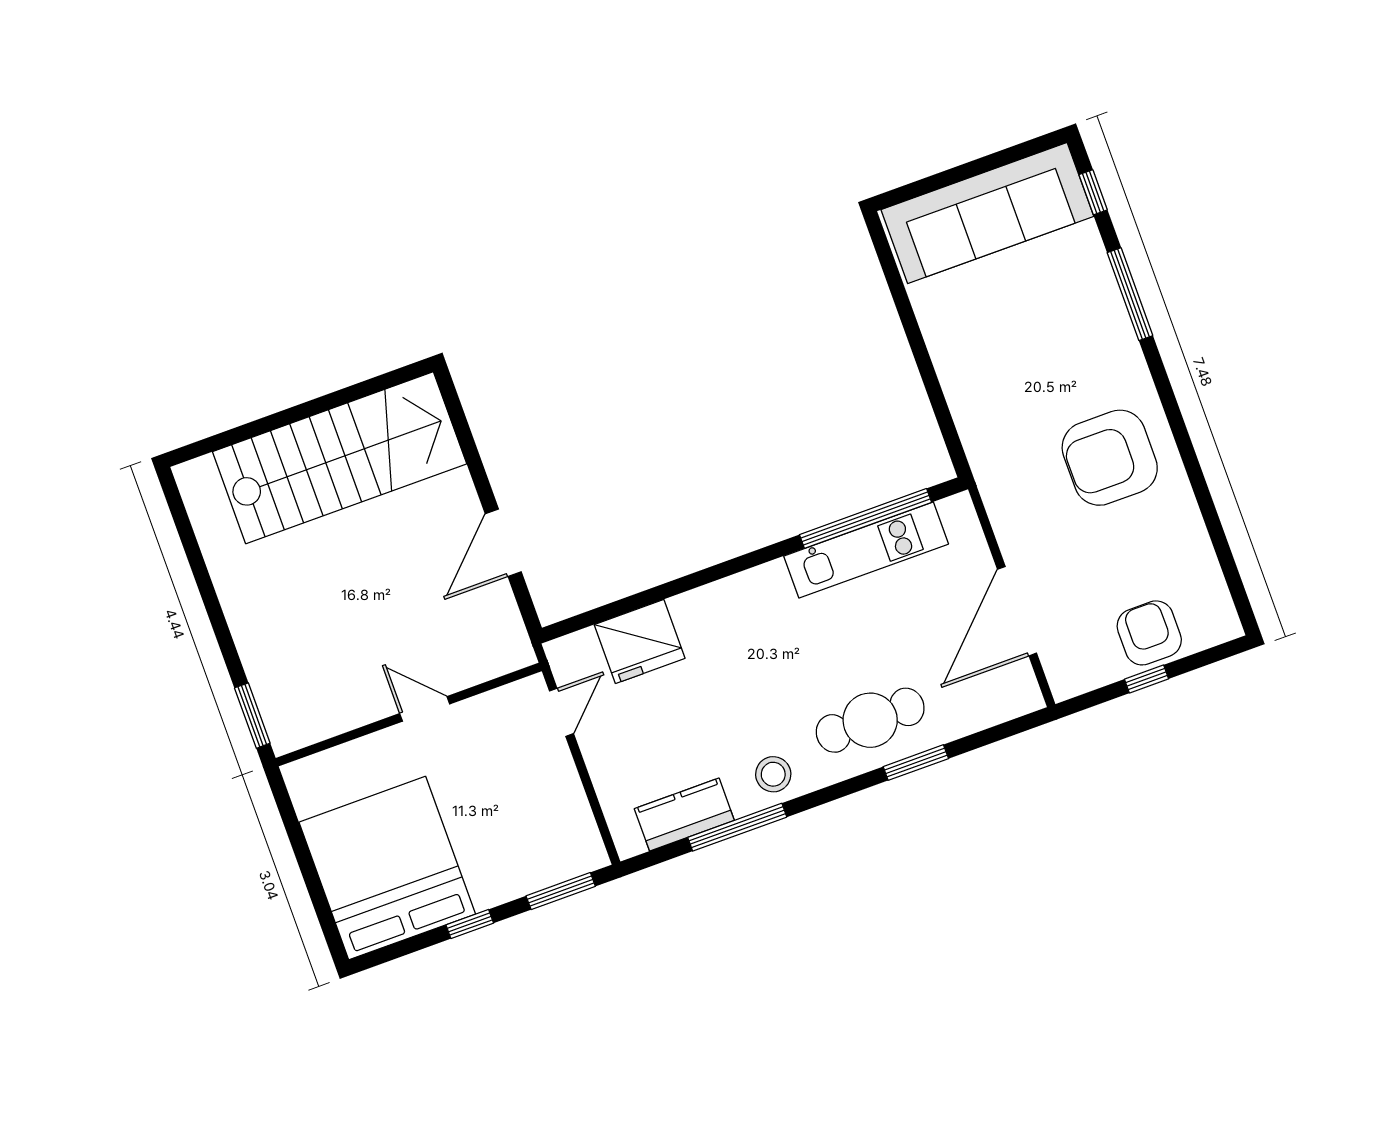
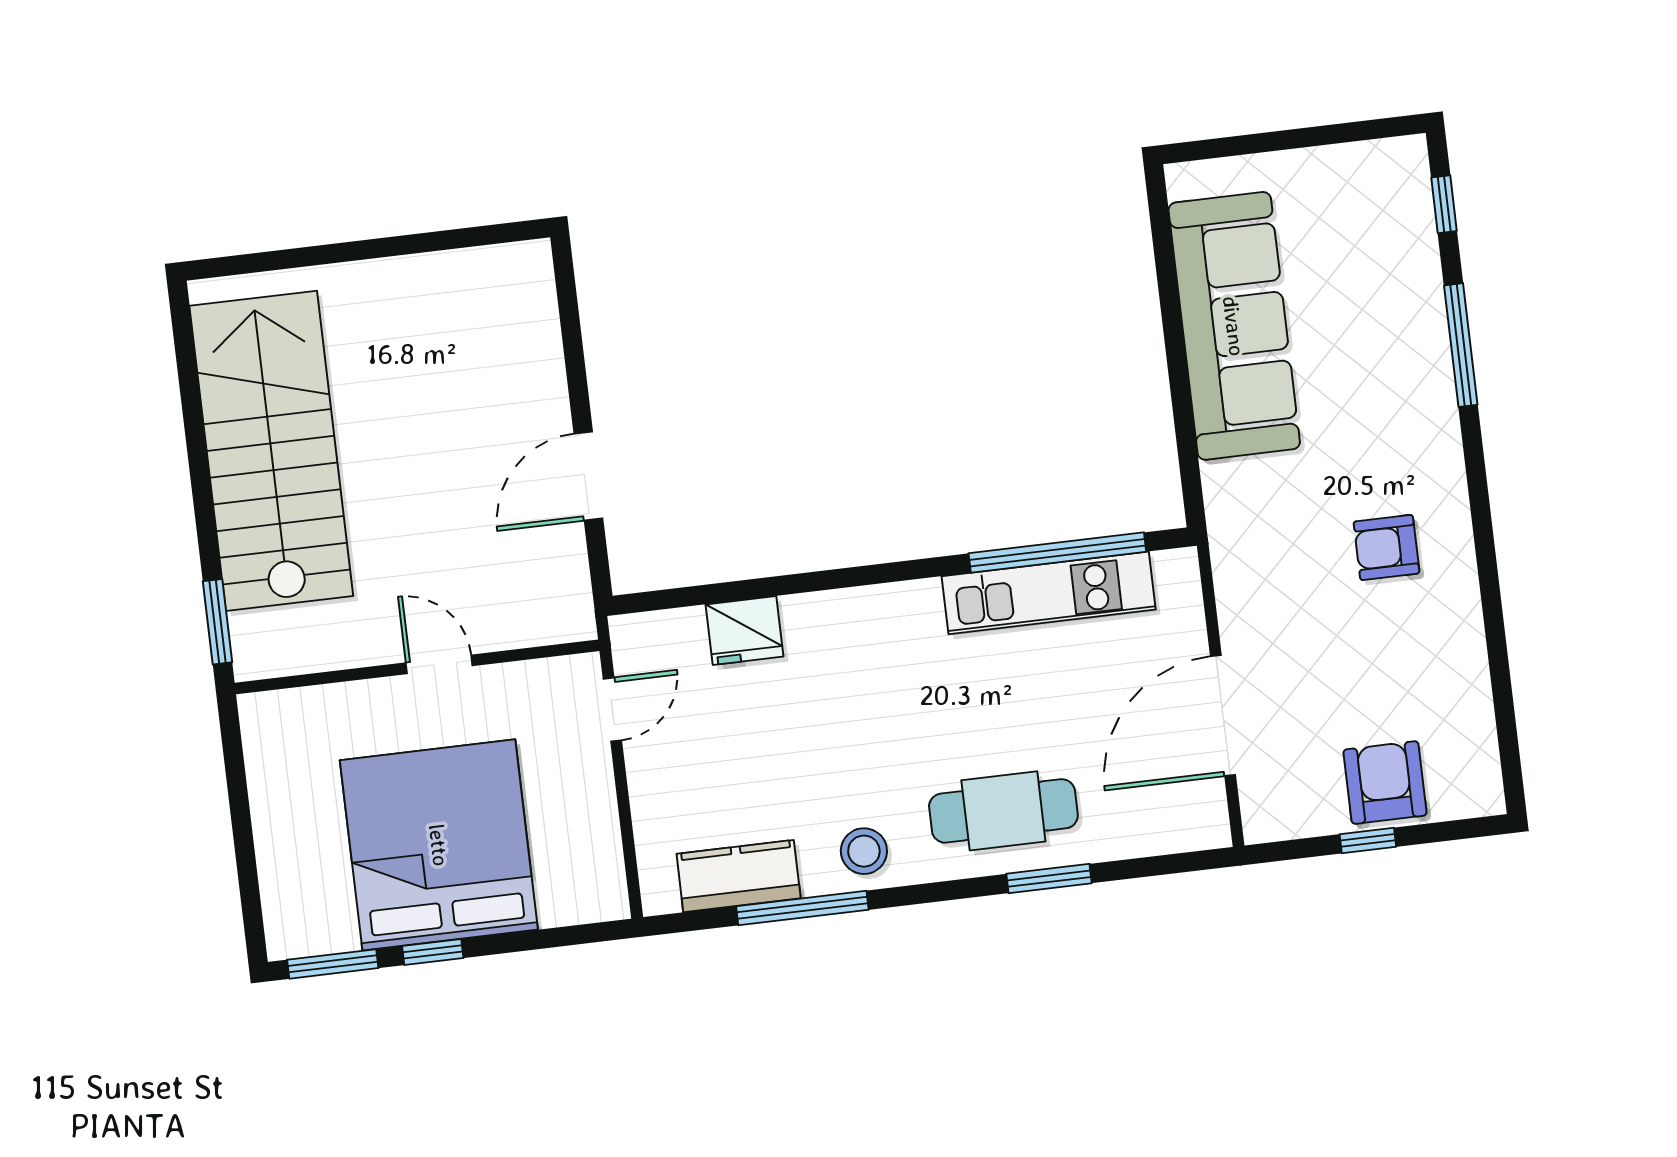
sofa: (987, 213) -> (1234, 326), moved, turned -90
stairs: (340, 458) -> (271, 451), moved, turned -90
armchair: (1110, 458) -> (1387, 547), width x0.53, depth x0.53
fridge: (640, 641) -> (745, 631), width x0.73, depth x0.75
bed: (387, 868) -> (439, 845), moved
window: (561, 891) -> (333, 964), moved

